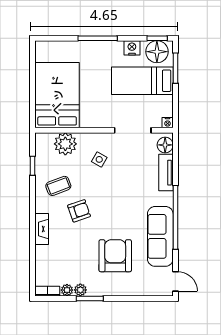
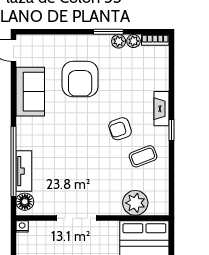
doorway: (133, 130) -> (76, 218), moved
side table: (99, 159) -> (98, 186), removed
window: (33, 166) -> (172, 130), moved
window: (175, 217) -> (13, 161), moved
sofa: (160, 236) -> (30, 92), width x0.73

